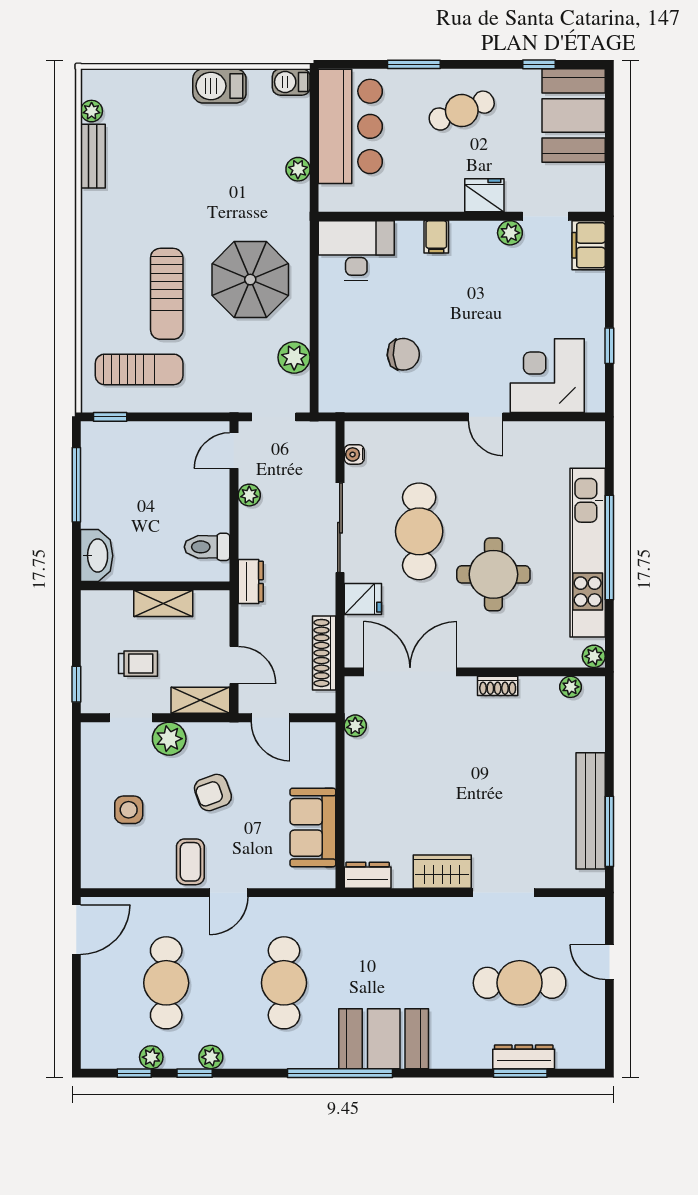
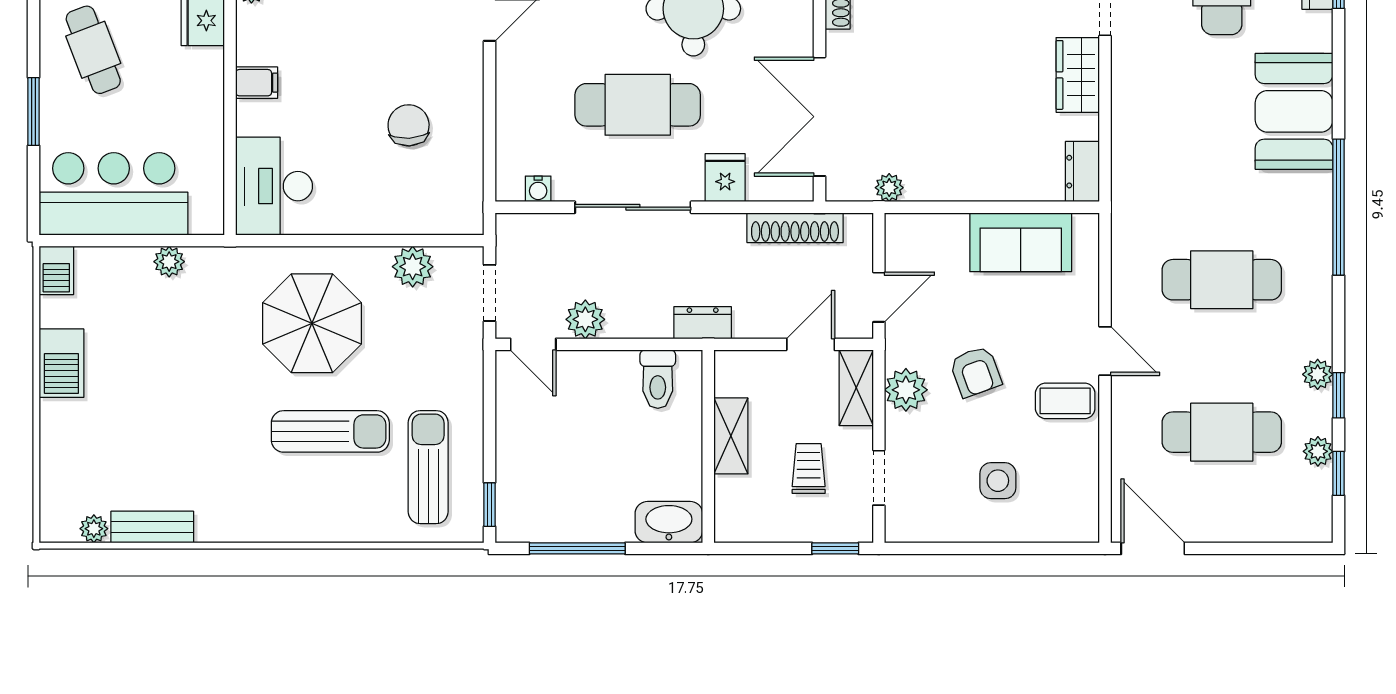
plant: (249, 495) -> (585, 319), width x1.38, depth x1.38
plant: (169, 739) -> (906, 390), moved
booth: (384, 1039) -> (1294, 111), moved

